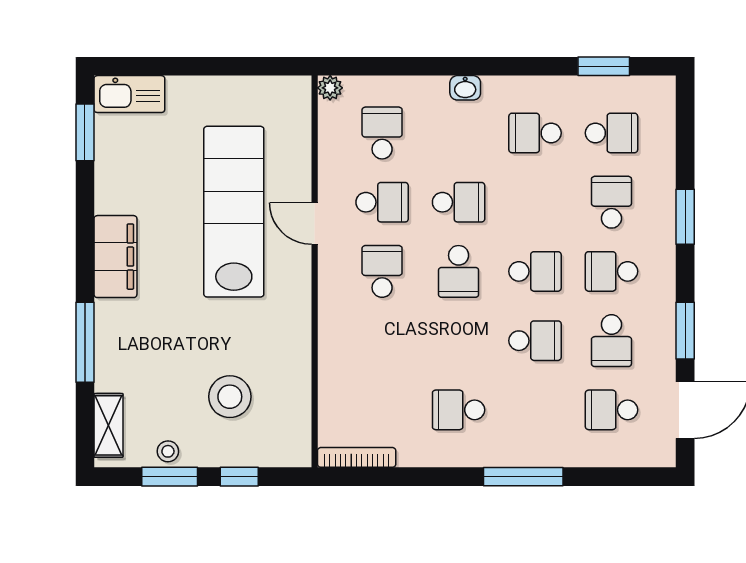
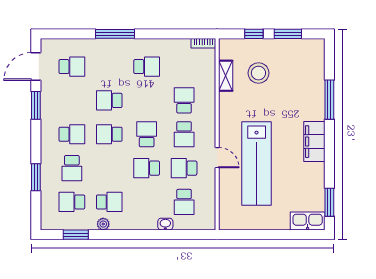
plant: (330, 88) -> (103, 224), moved
washbasin: (465, 88) -> (165, 224), moved
window: (685, 217) -> (36, 177), moved
school desk: (611, 341) -> (184, 100), moved
shelving: (109, 425) -> (226, 76), moved
stool: (168, 451) -> (289, 46), removed
bookcase: (357, 457) -> (203, 43), width x0.64

